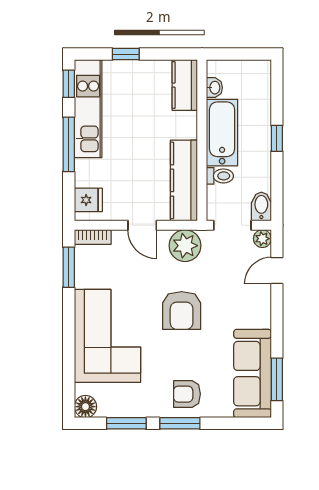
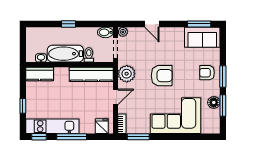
door: (277, 271) -> (152, 24), moved
sofa: (252, 374) -> (202, 37), width x0.73
armchair: (187, 394) -> (207, 73), turned 90
floor lamp: (85, 407) -> (214, 102), moved

